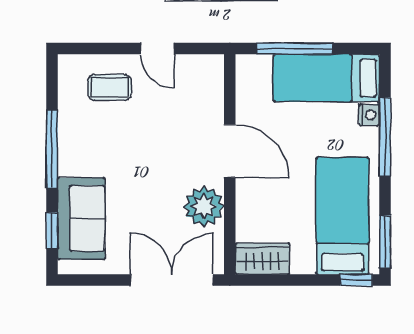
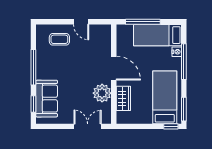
wardrobe: (262, 259) -> (123, 98), moved, turned 90
double door: (172, 280) -> (88, 126), width x0.73

